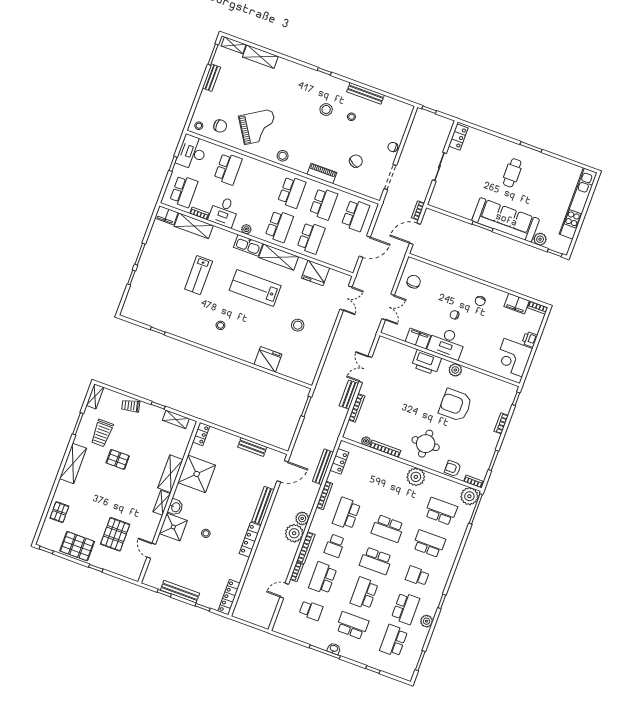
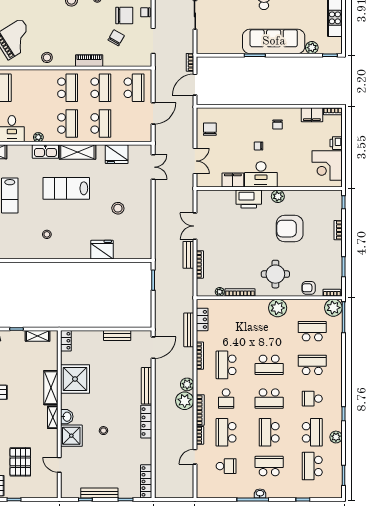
chair: (371, 143) -> (124, 16), added

